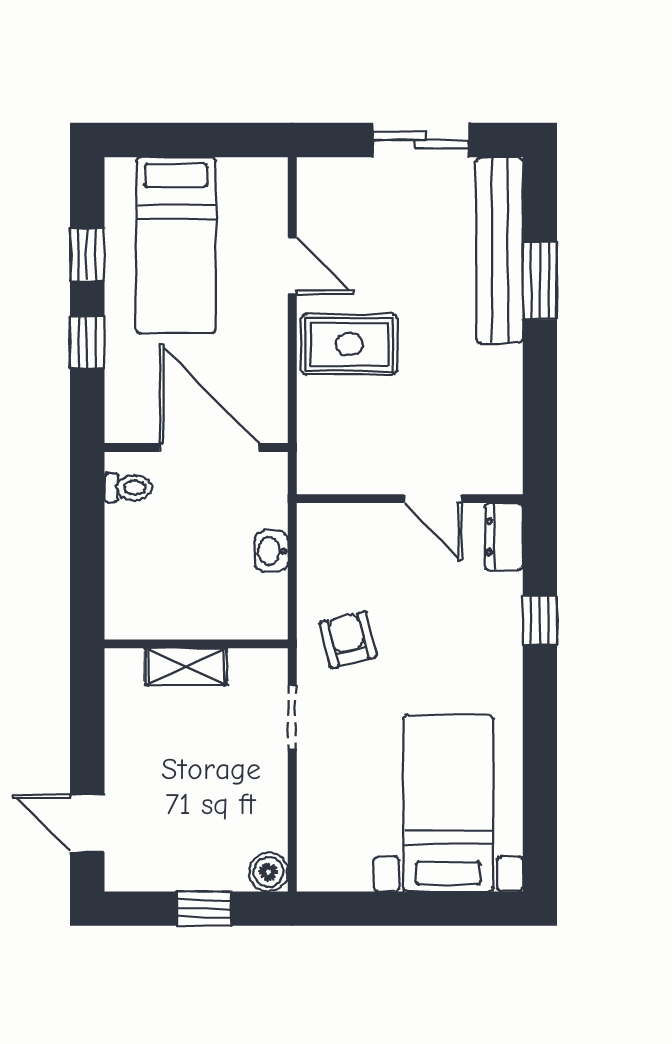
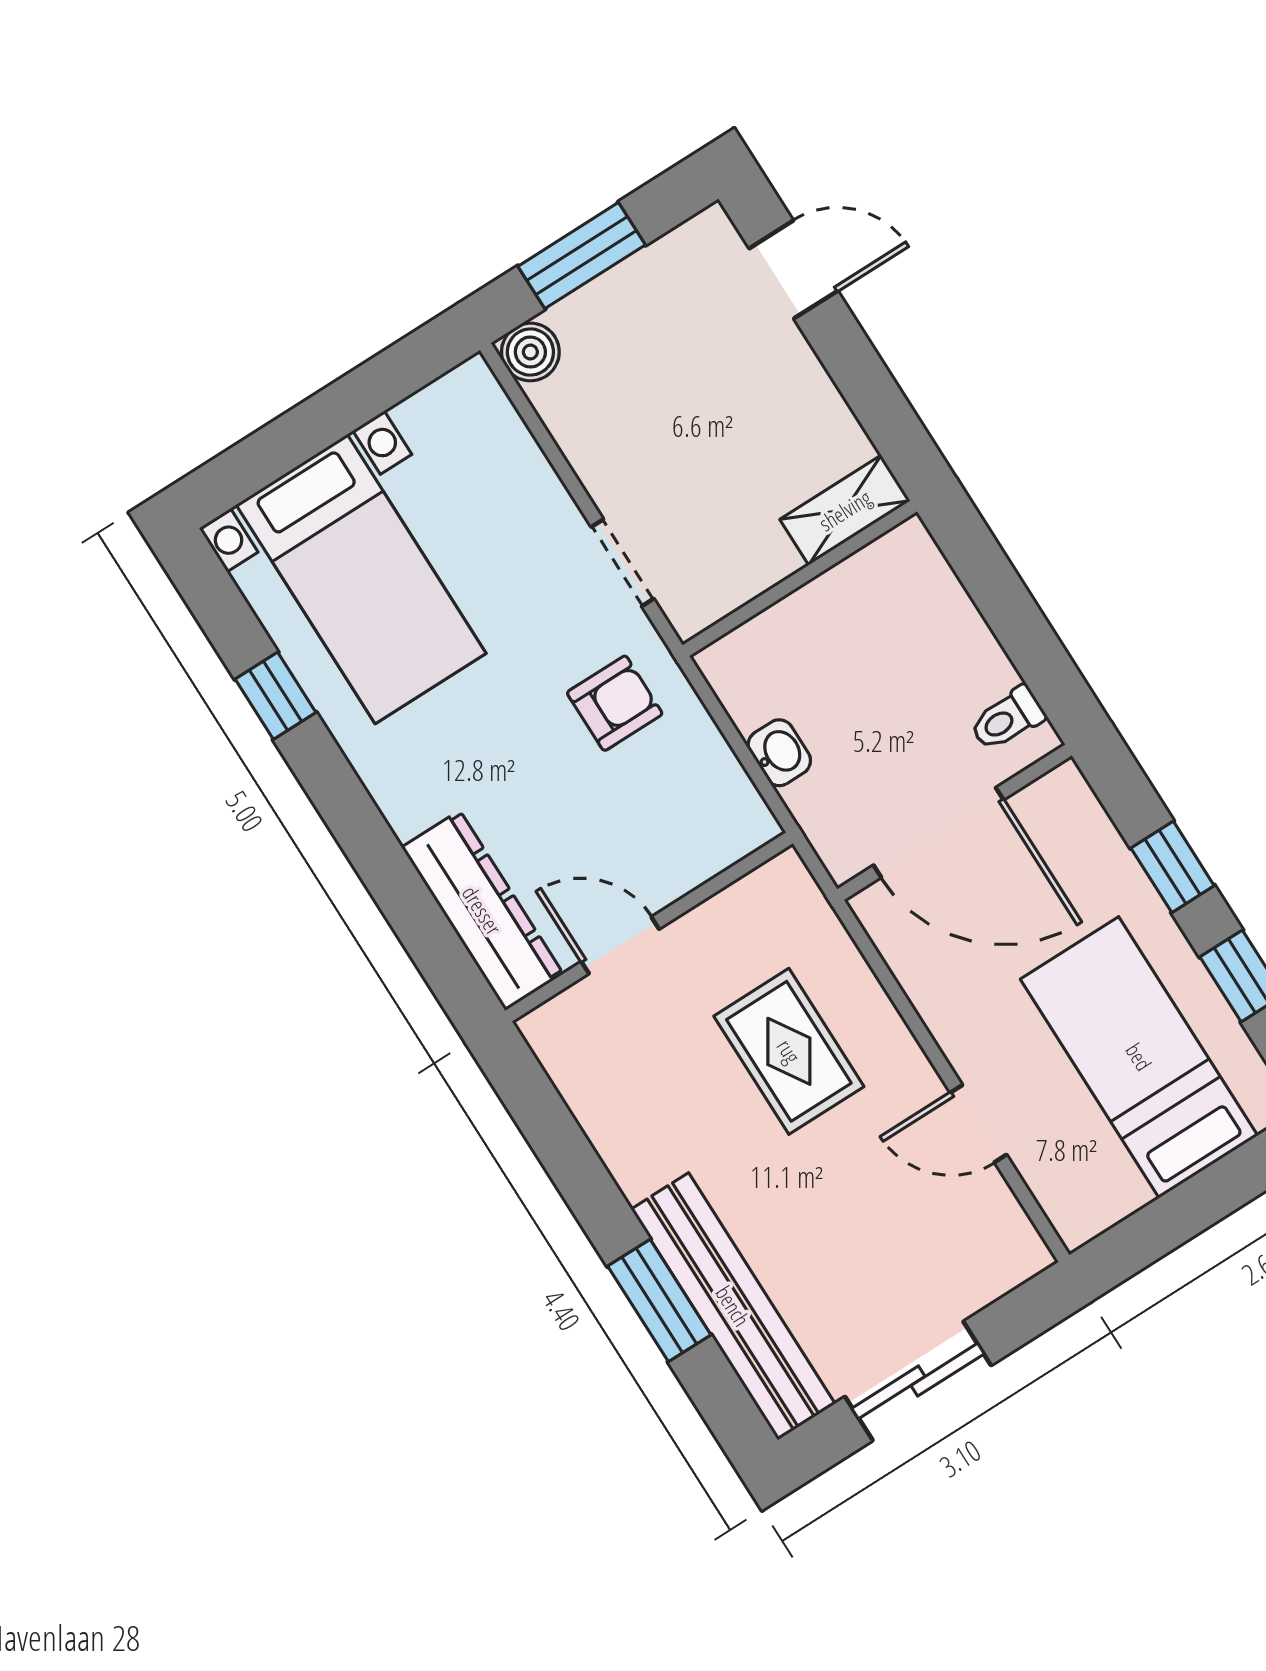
rug: (349, 344) -> (789, 1051), moved, turned 90
dresser: (504, 537) -> (482, 910), width x1.96, depth x1.24
window: (540, 620) -> (276, 696), moved
armchair: (348, 640) -> (615, 703), turned -76
shelving: (186, 667) -> (845, 510), moved
window: (204, 909) -> (582, 256), width x1.50

